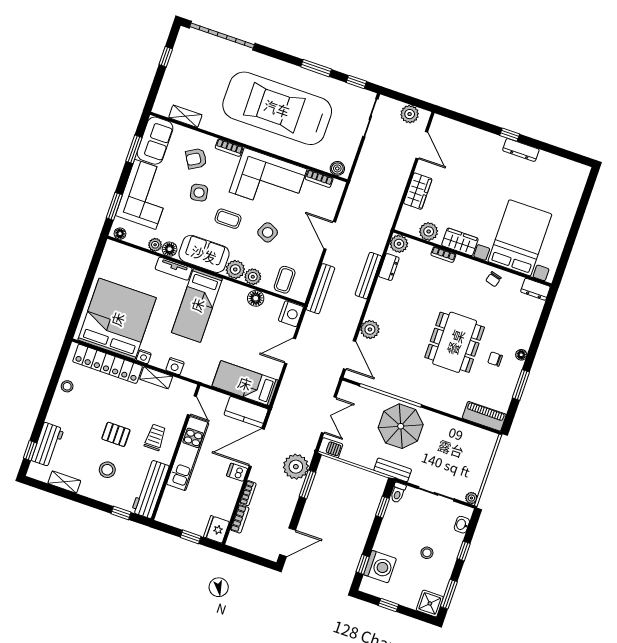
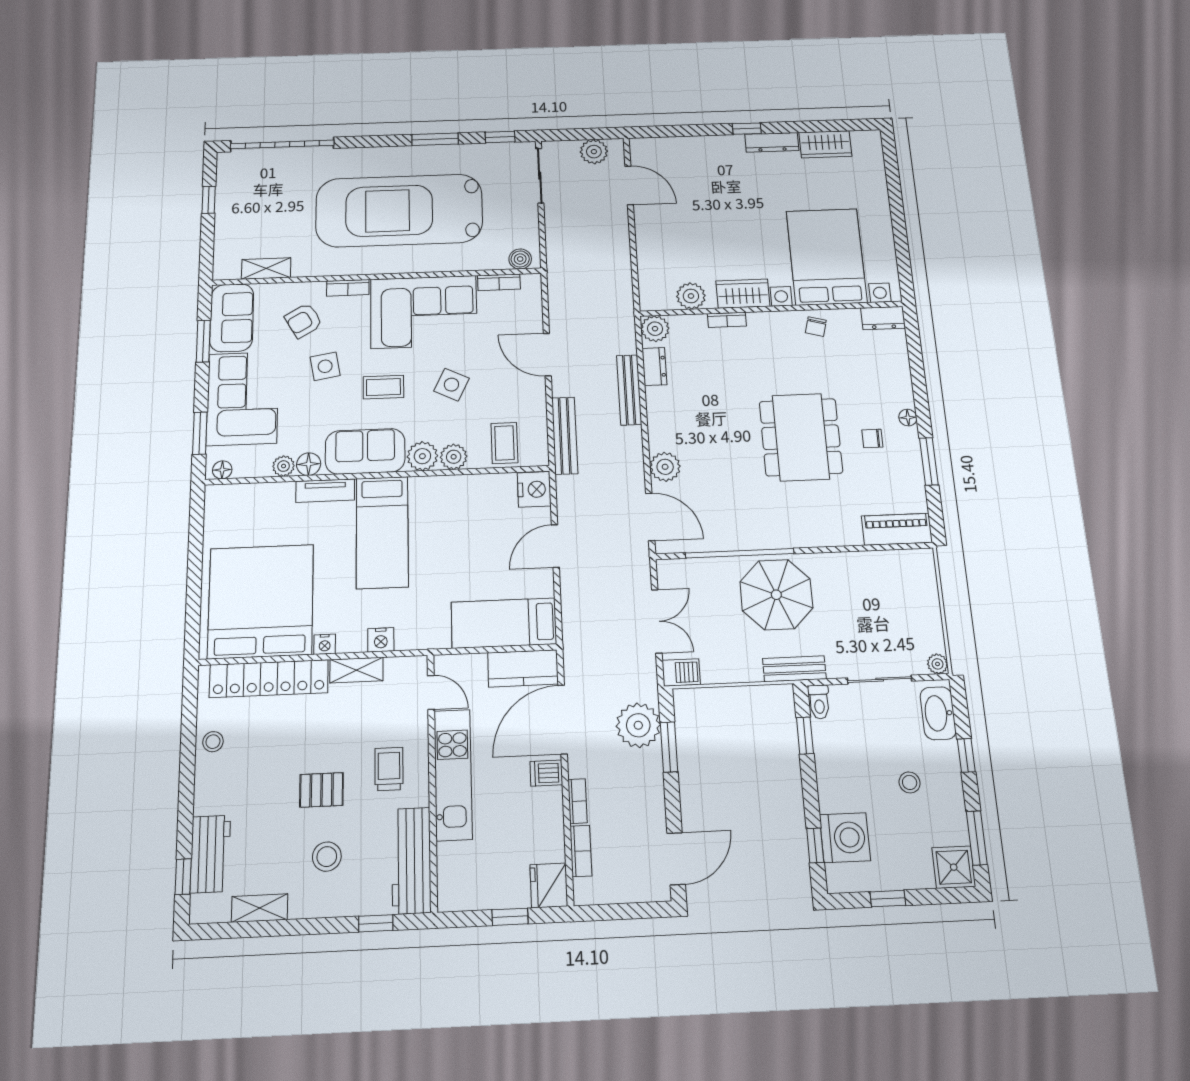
wardrobe: (418, 191) -> (825, 144), moved, turned 90
floor lamp: (256, 298) -> (470, 487), removed
washbasin: (462, 525) -> (938, 713), width x1.91, depth x1.45

